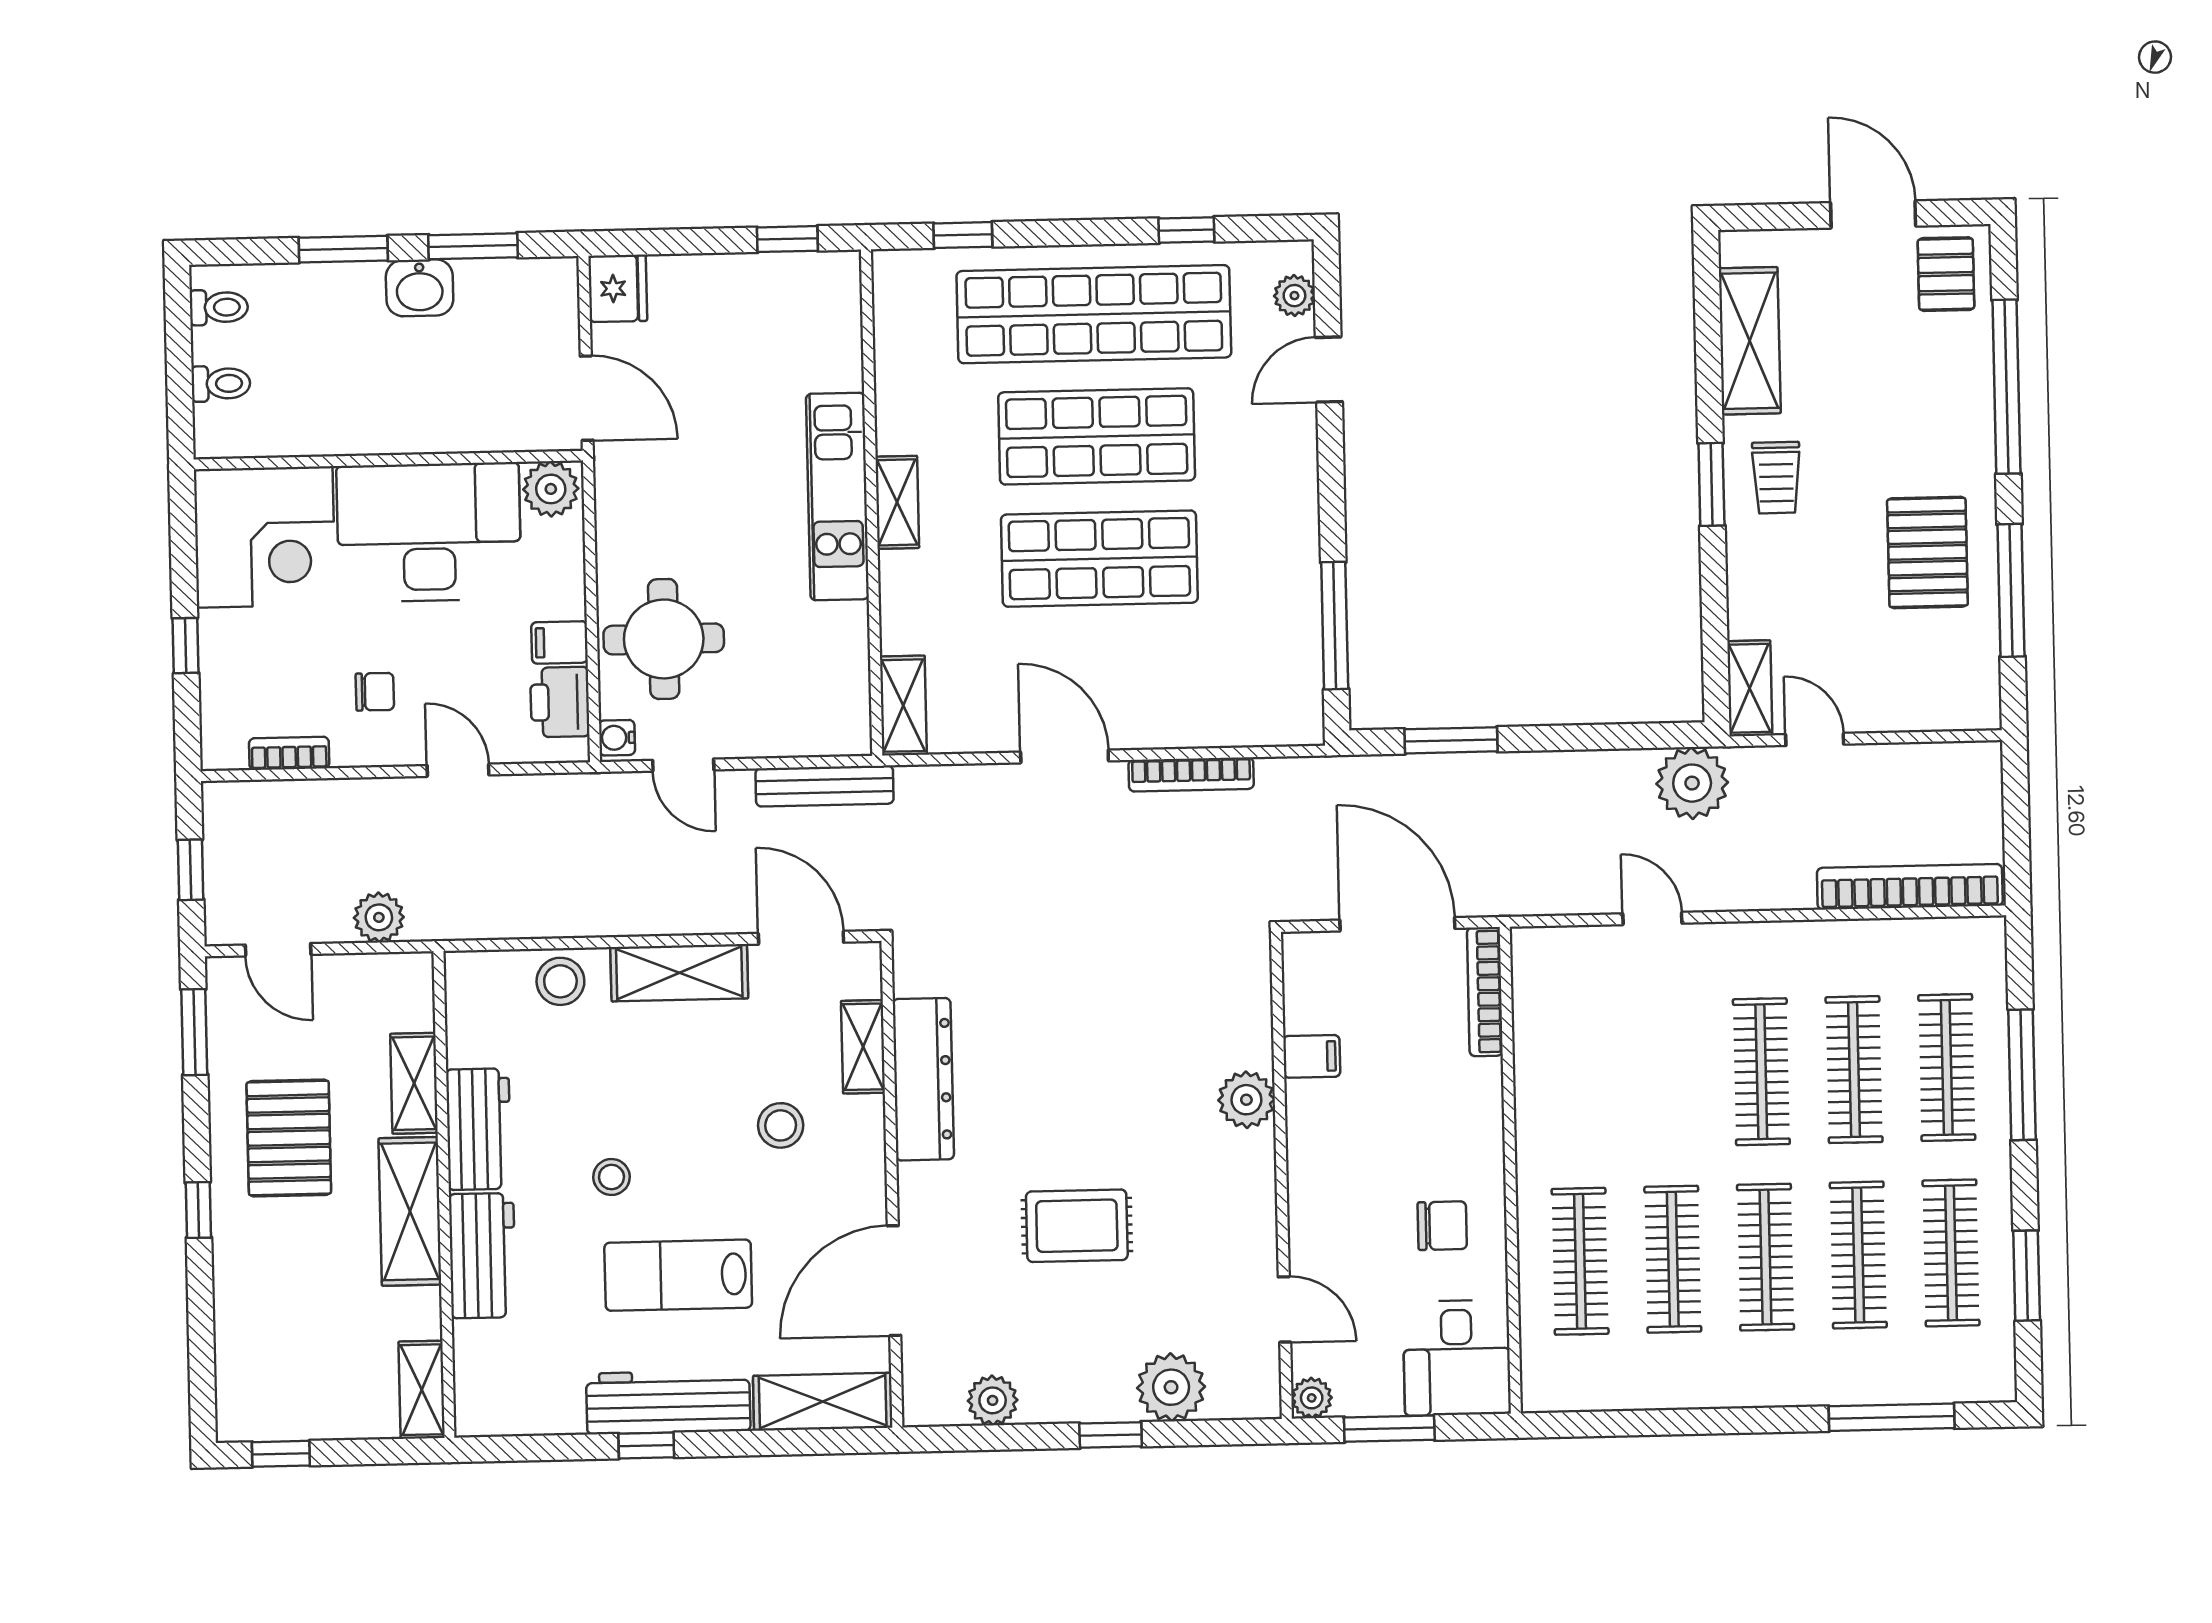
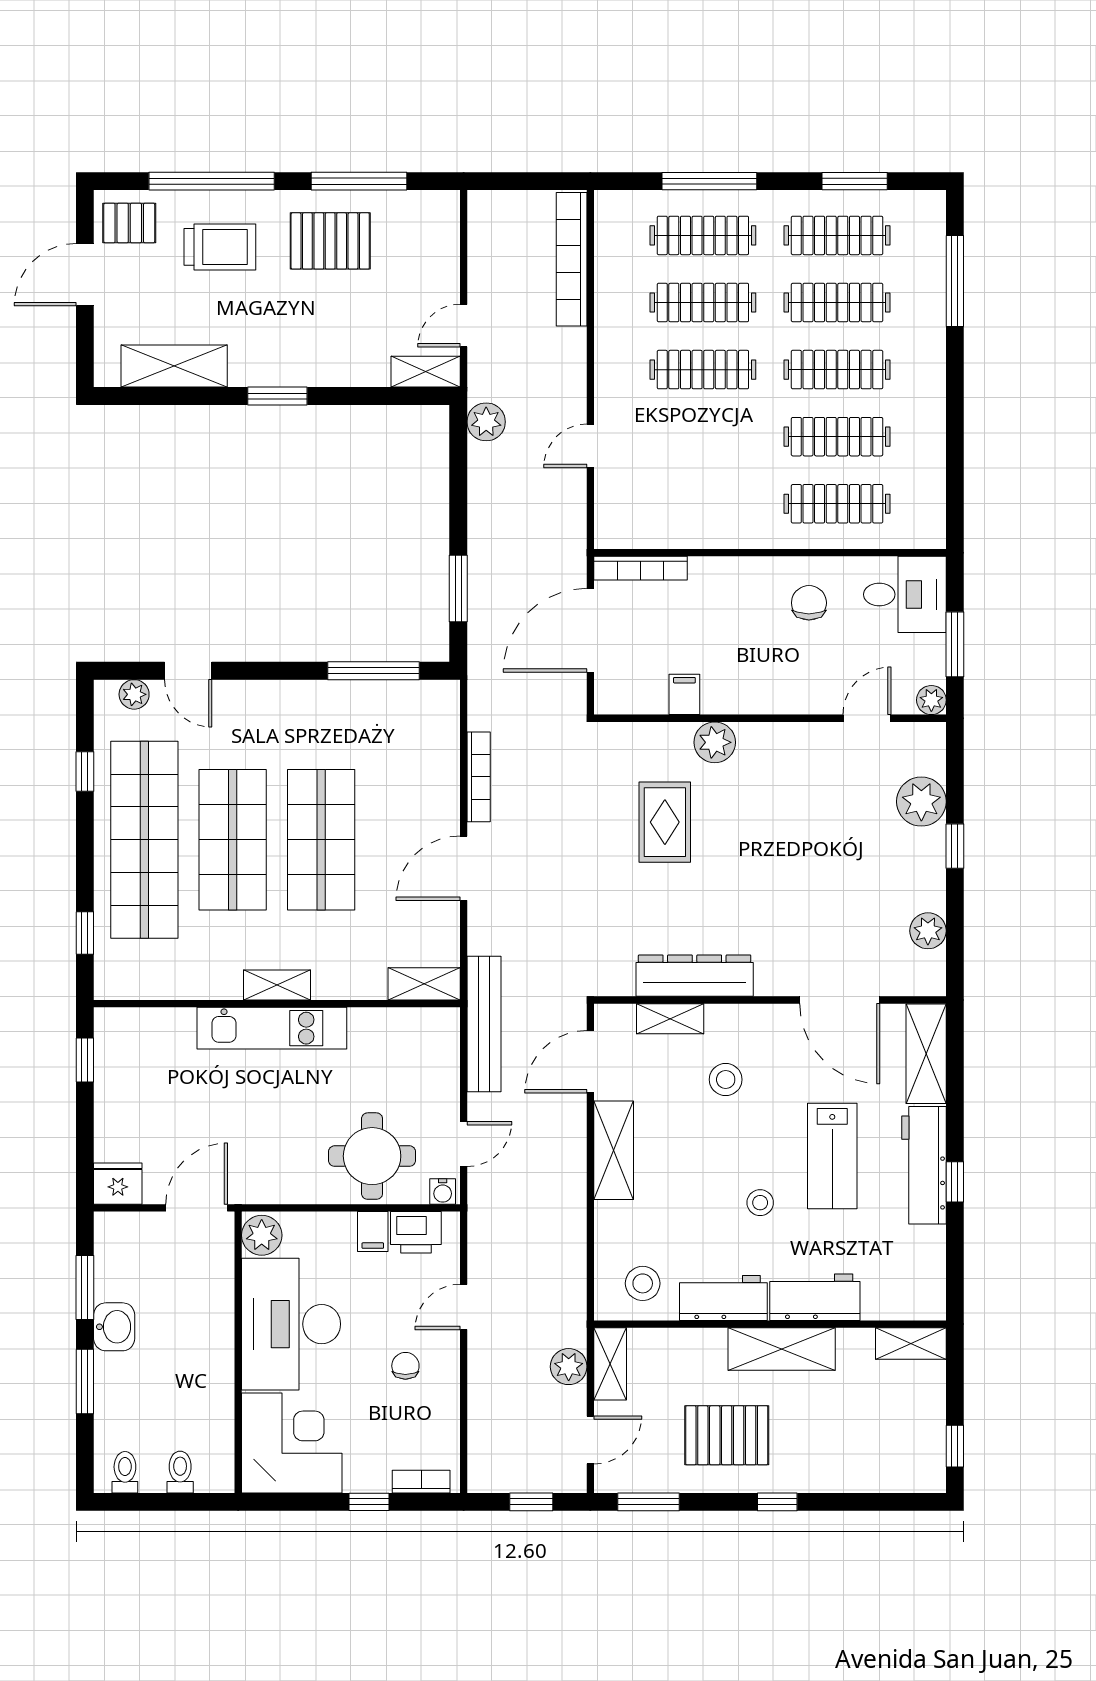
trolley: (1776, 478) -> (220, 247), moved, width x1.36, depth x1.39
bookcase: (289, 753) -> (421, 1482), moved, turned 90
plant: (1692, 783) -> (486, 422), width x0.73, depth x0.73
bench: (825, 786) -> (484, 1024), width x1.37, depth x1.21
stool: (560, 981) -> (643, 1283), moved
shelving: (414, 1083) -> (610, 1364), moved, turned 90
rug: (1077, 1226) -> (665, 822), moved

